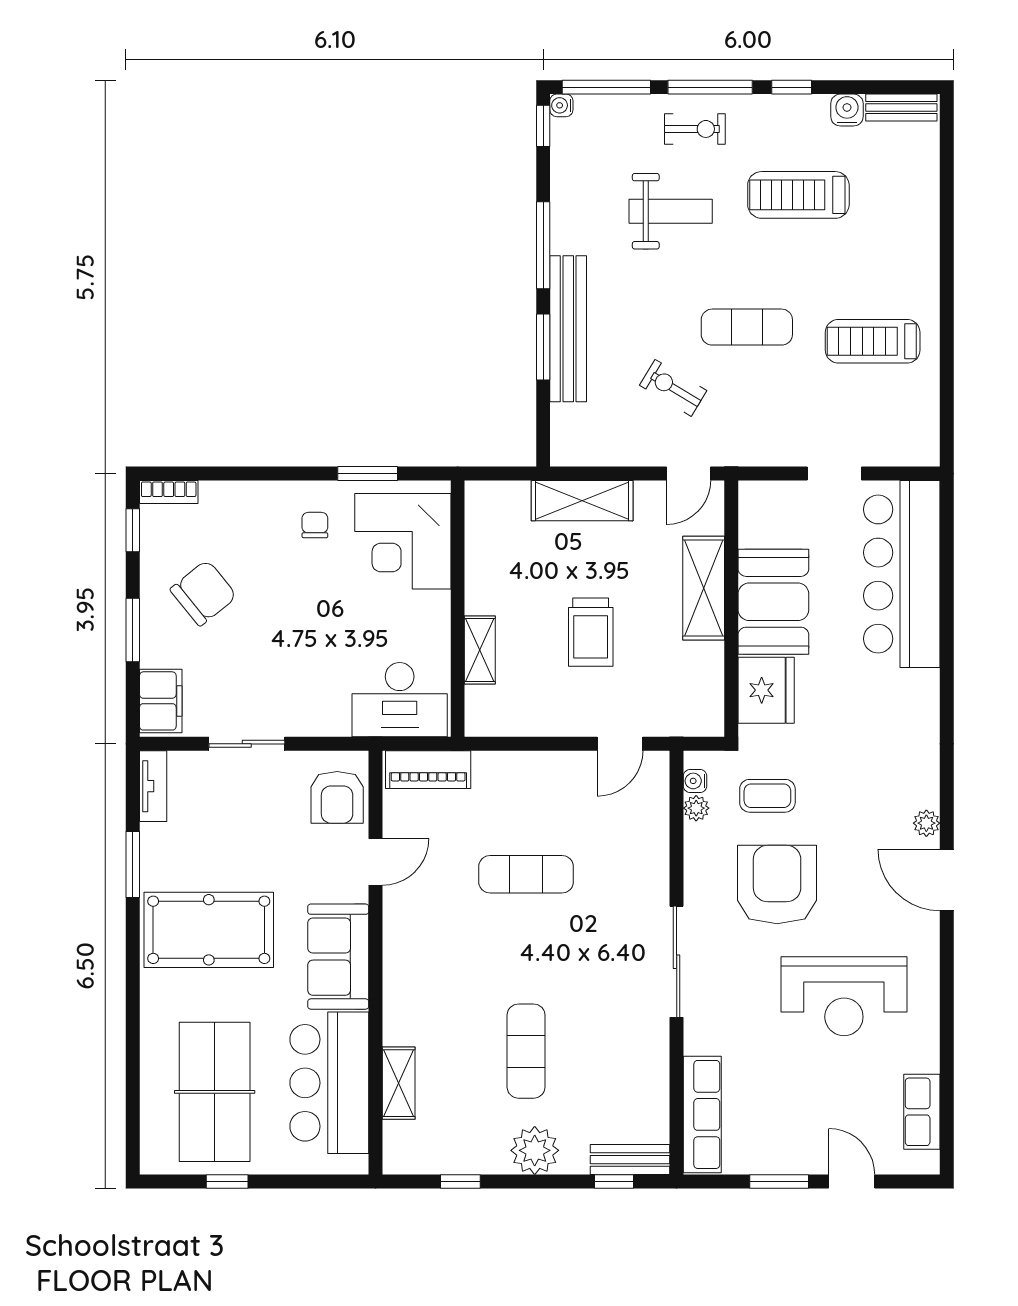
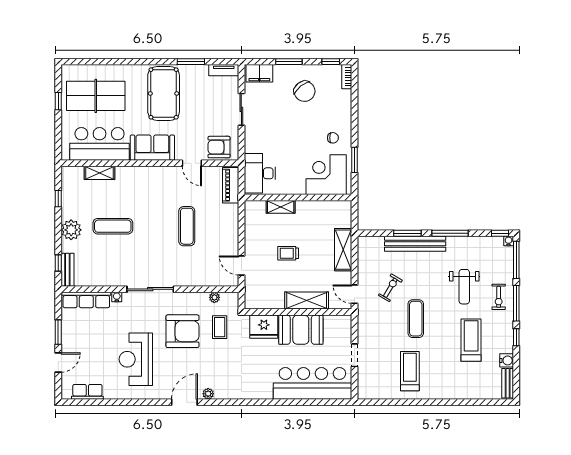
trolley: (591, 632) -> (288, 253), width x0.73, depth x0.72
water cooler: (695, 781) -> (117, 297), moved

